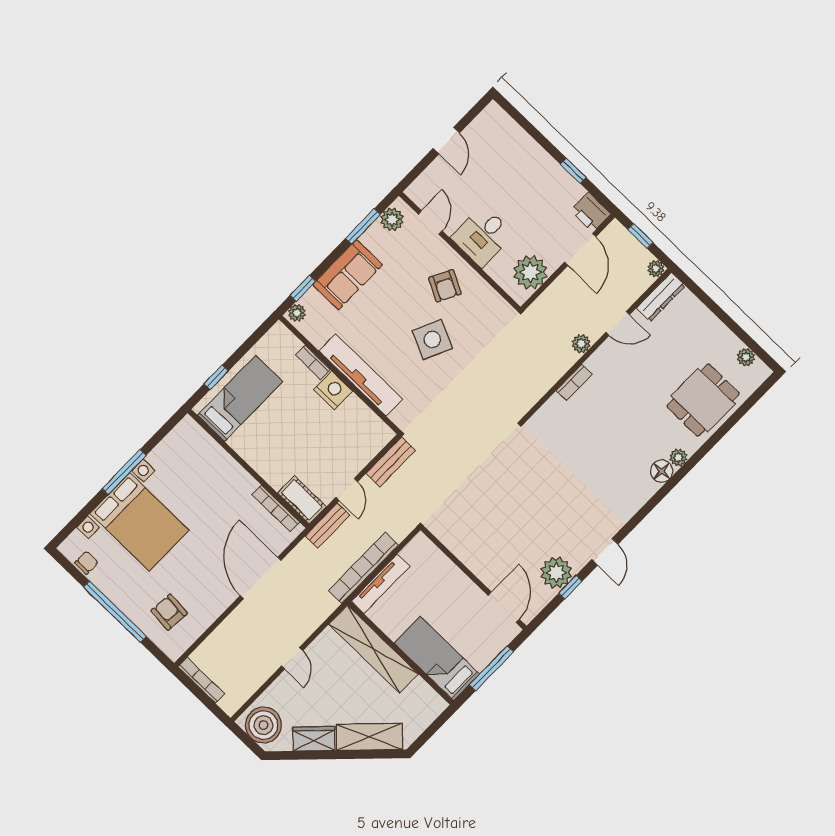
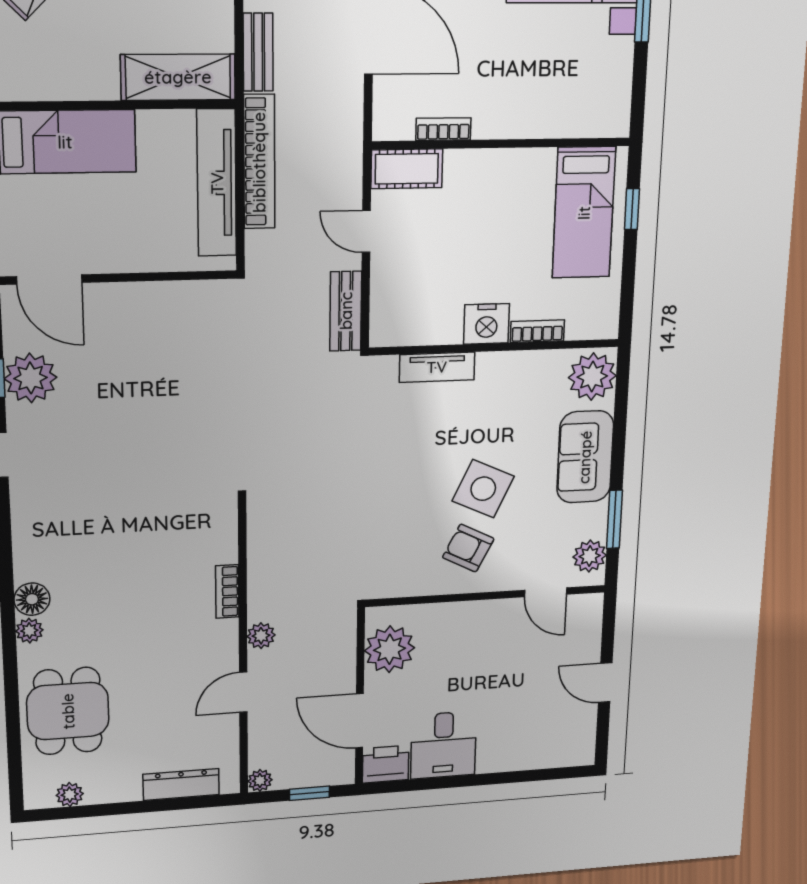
window: (573, 171) -> (444, 783), removed
desk: (482, 236) -> (443, 745), moved, turned 180
window: (303, 288) -> (621, 396), removed
dresser: (661, 297) -> (181, 785), moved, turned 90
plant: (297, 313) -> (592, 377), width x1.88, depth x1.88
side table: (432, 339) -> (483, 489), moved
tv unit: (361, 375) -> (437, 367), width x0.52, depth x0.78
bookcase: (276, 508) -> (443, 129), width x0.64
bench: (328, 525) -> (258, 52), moved
tv unit: (381, 584) -> (217, 183), width x1.36, depth x1.29
shelving: (374, 649) -> (178, 77), width x0.68

